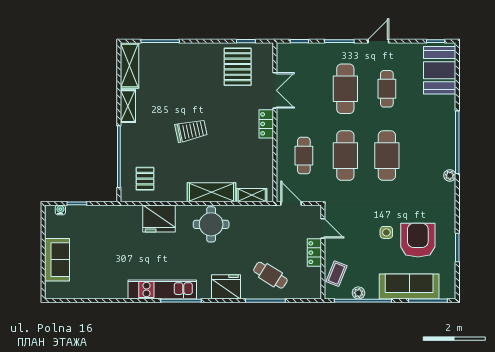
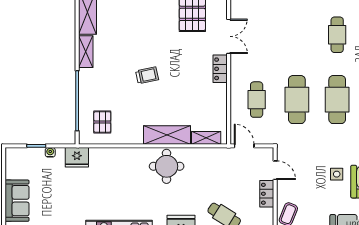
cafe table: (345, 89) -> (297, 35), removed
trolley: (191, 131) -> (147, 75), width x0.73, depth x0.72
water cooler: (60, 210) -> (50, 152), moved
fridge: (159, 219) -> (77, 157), moved, width x0.73, depth x0.75

